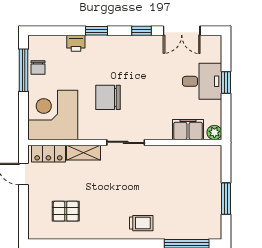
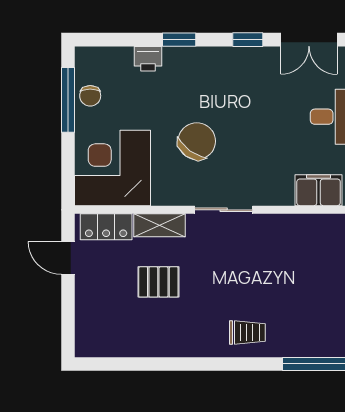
chair: (108, 97) -> (197, 141), turned 126
pallet: (66, 211) -> (158, 282), moved

